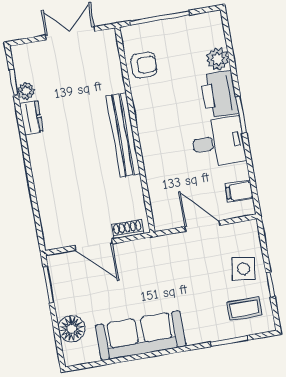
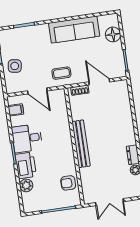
coffee table: (244, 309) -> (61, 73), moved

